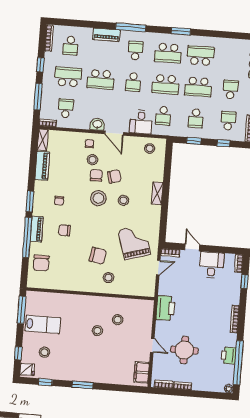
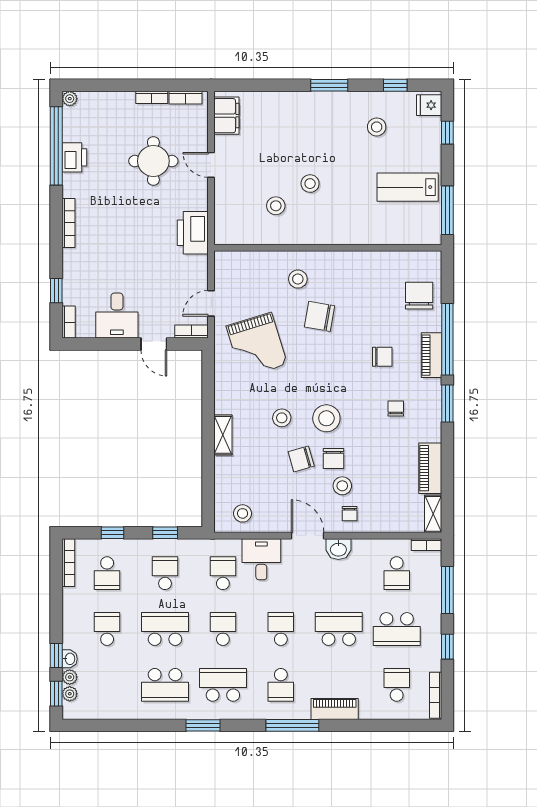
school desk: (166, 84) -> (223, 629), width x0.54
school desk: (231, 89) -> (107, 629), turned 180
stool: (44, 352) -> (377, 127), moved

